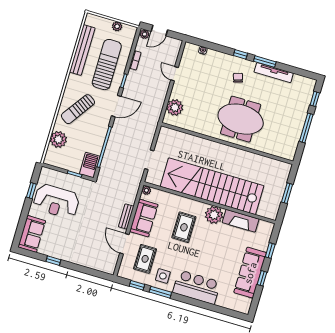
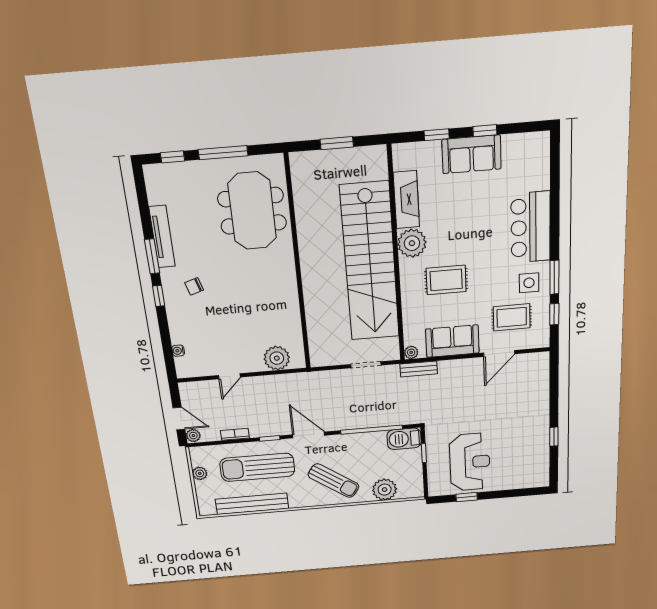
meeting table: (241, 119) -> (252, 211), moved
bench: (126, 217) -> (419, 369), moved
sofa: (32, 234) -> (526, 476), removed
sofa: (250, 273) -> (472, 154), width x0.73

